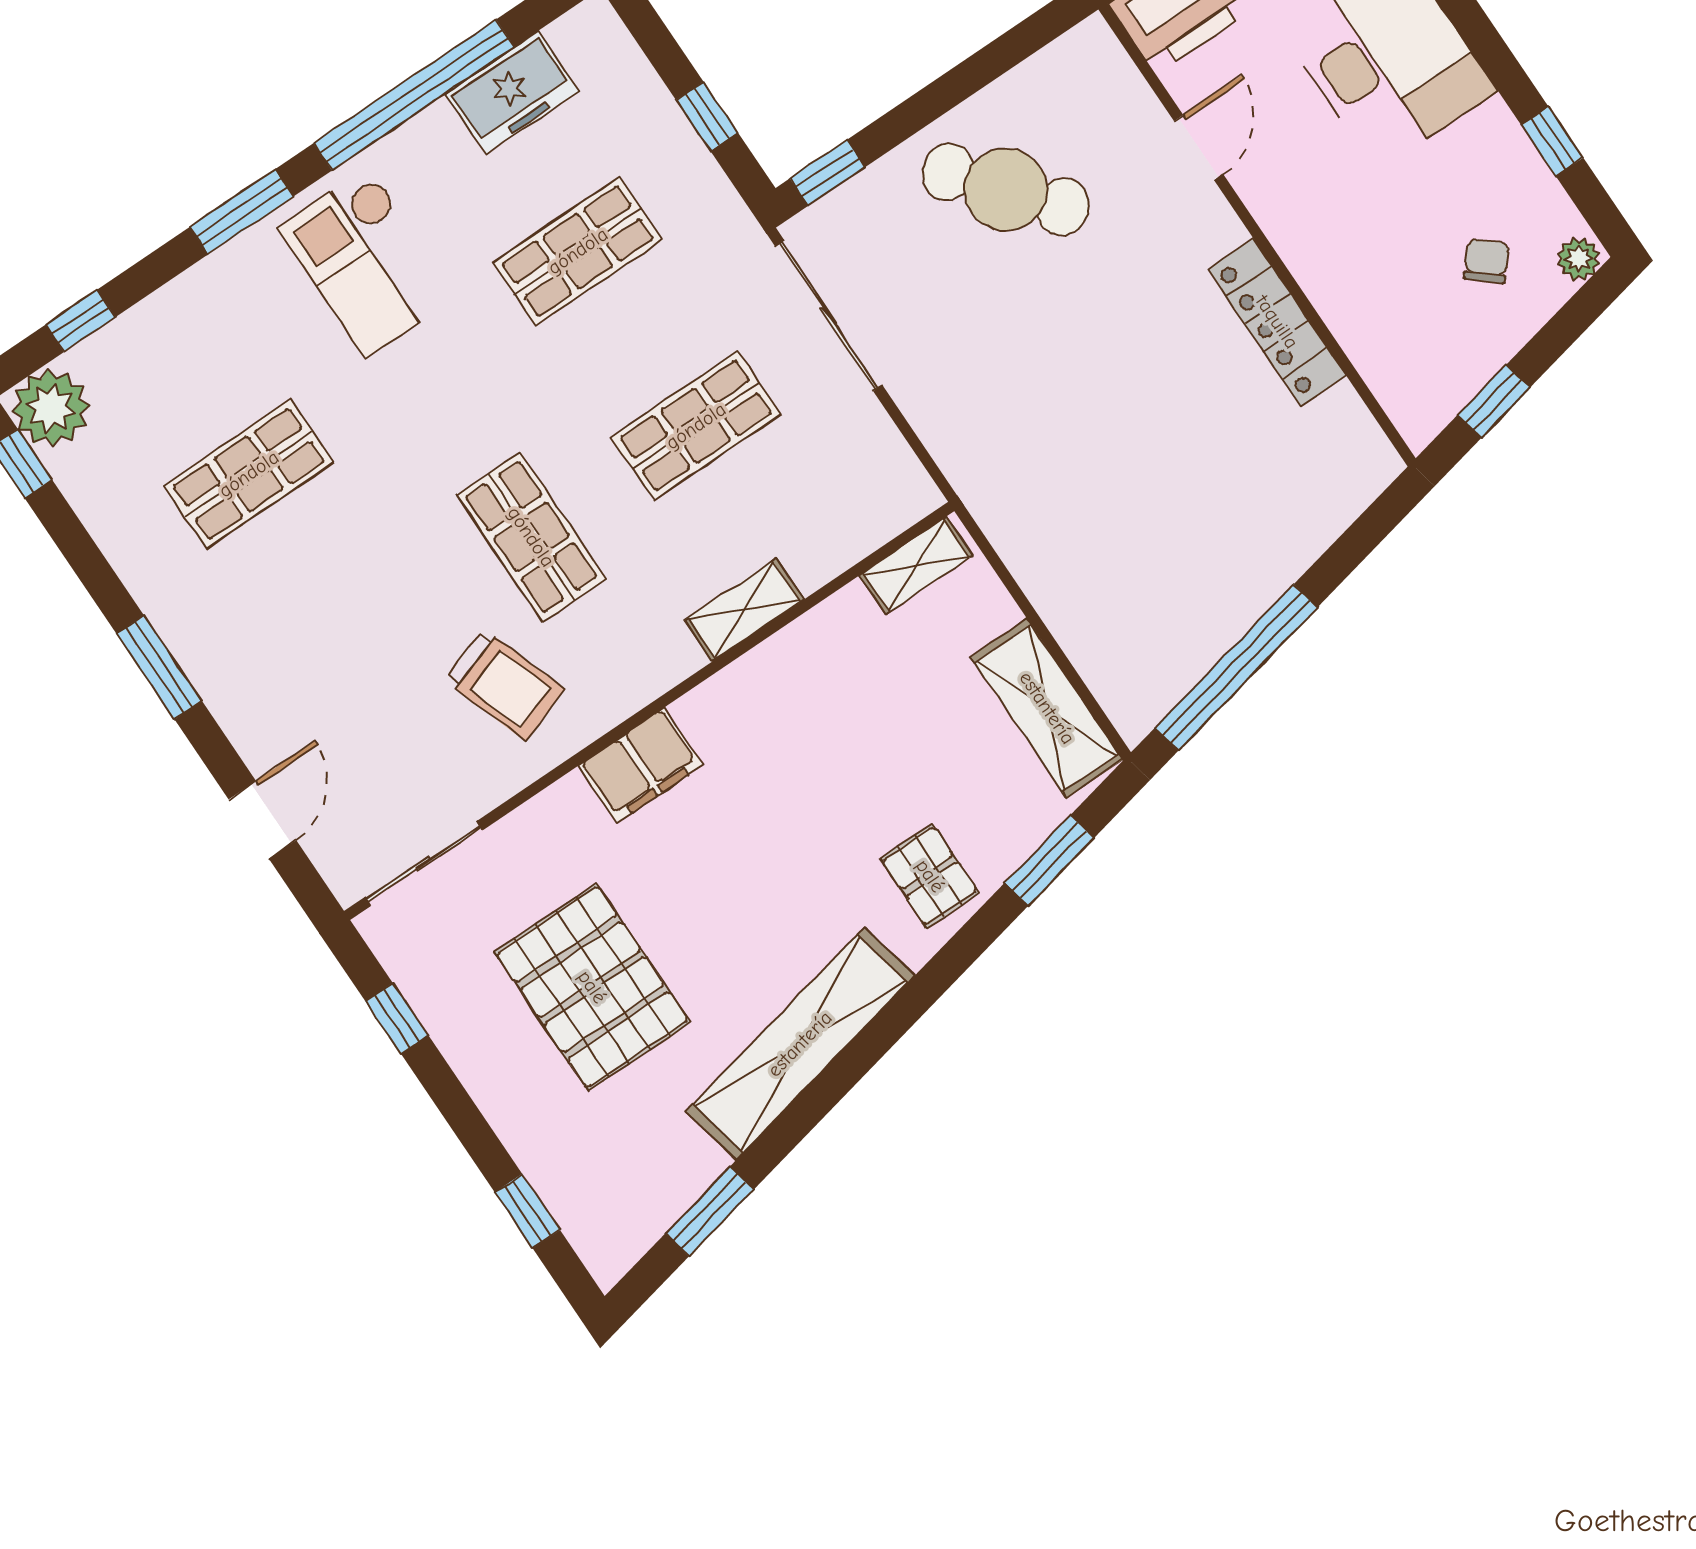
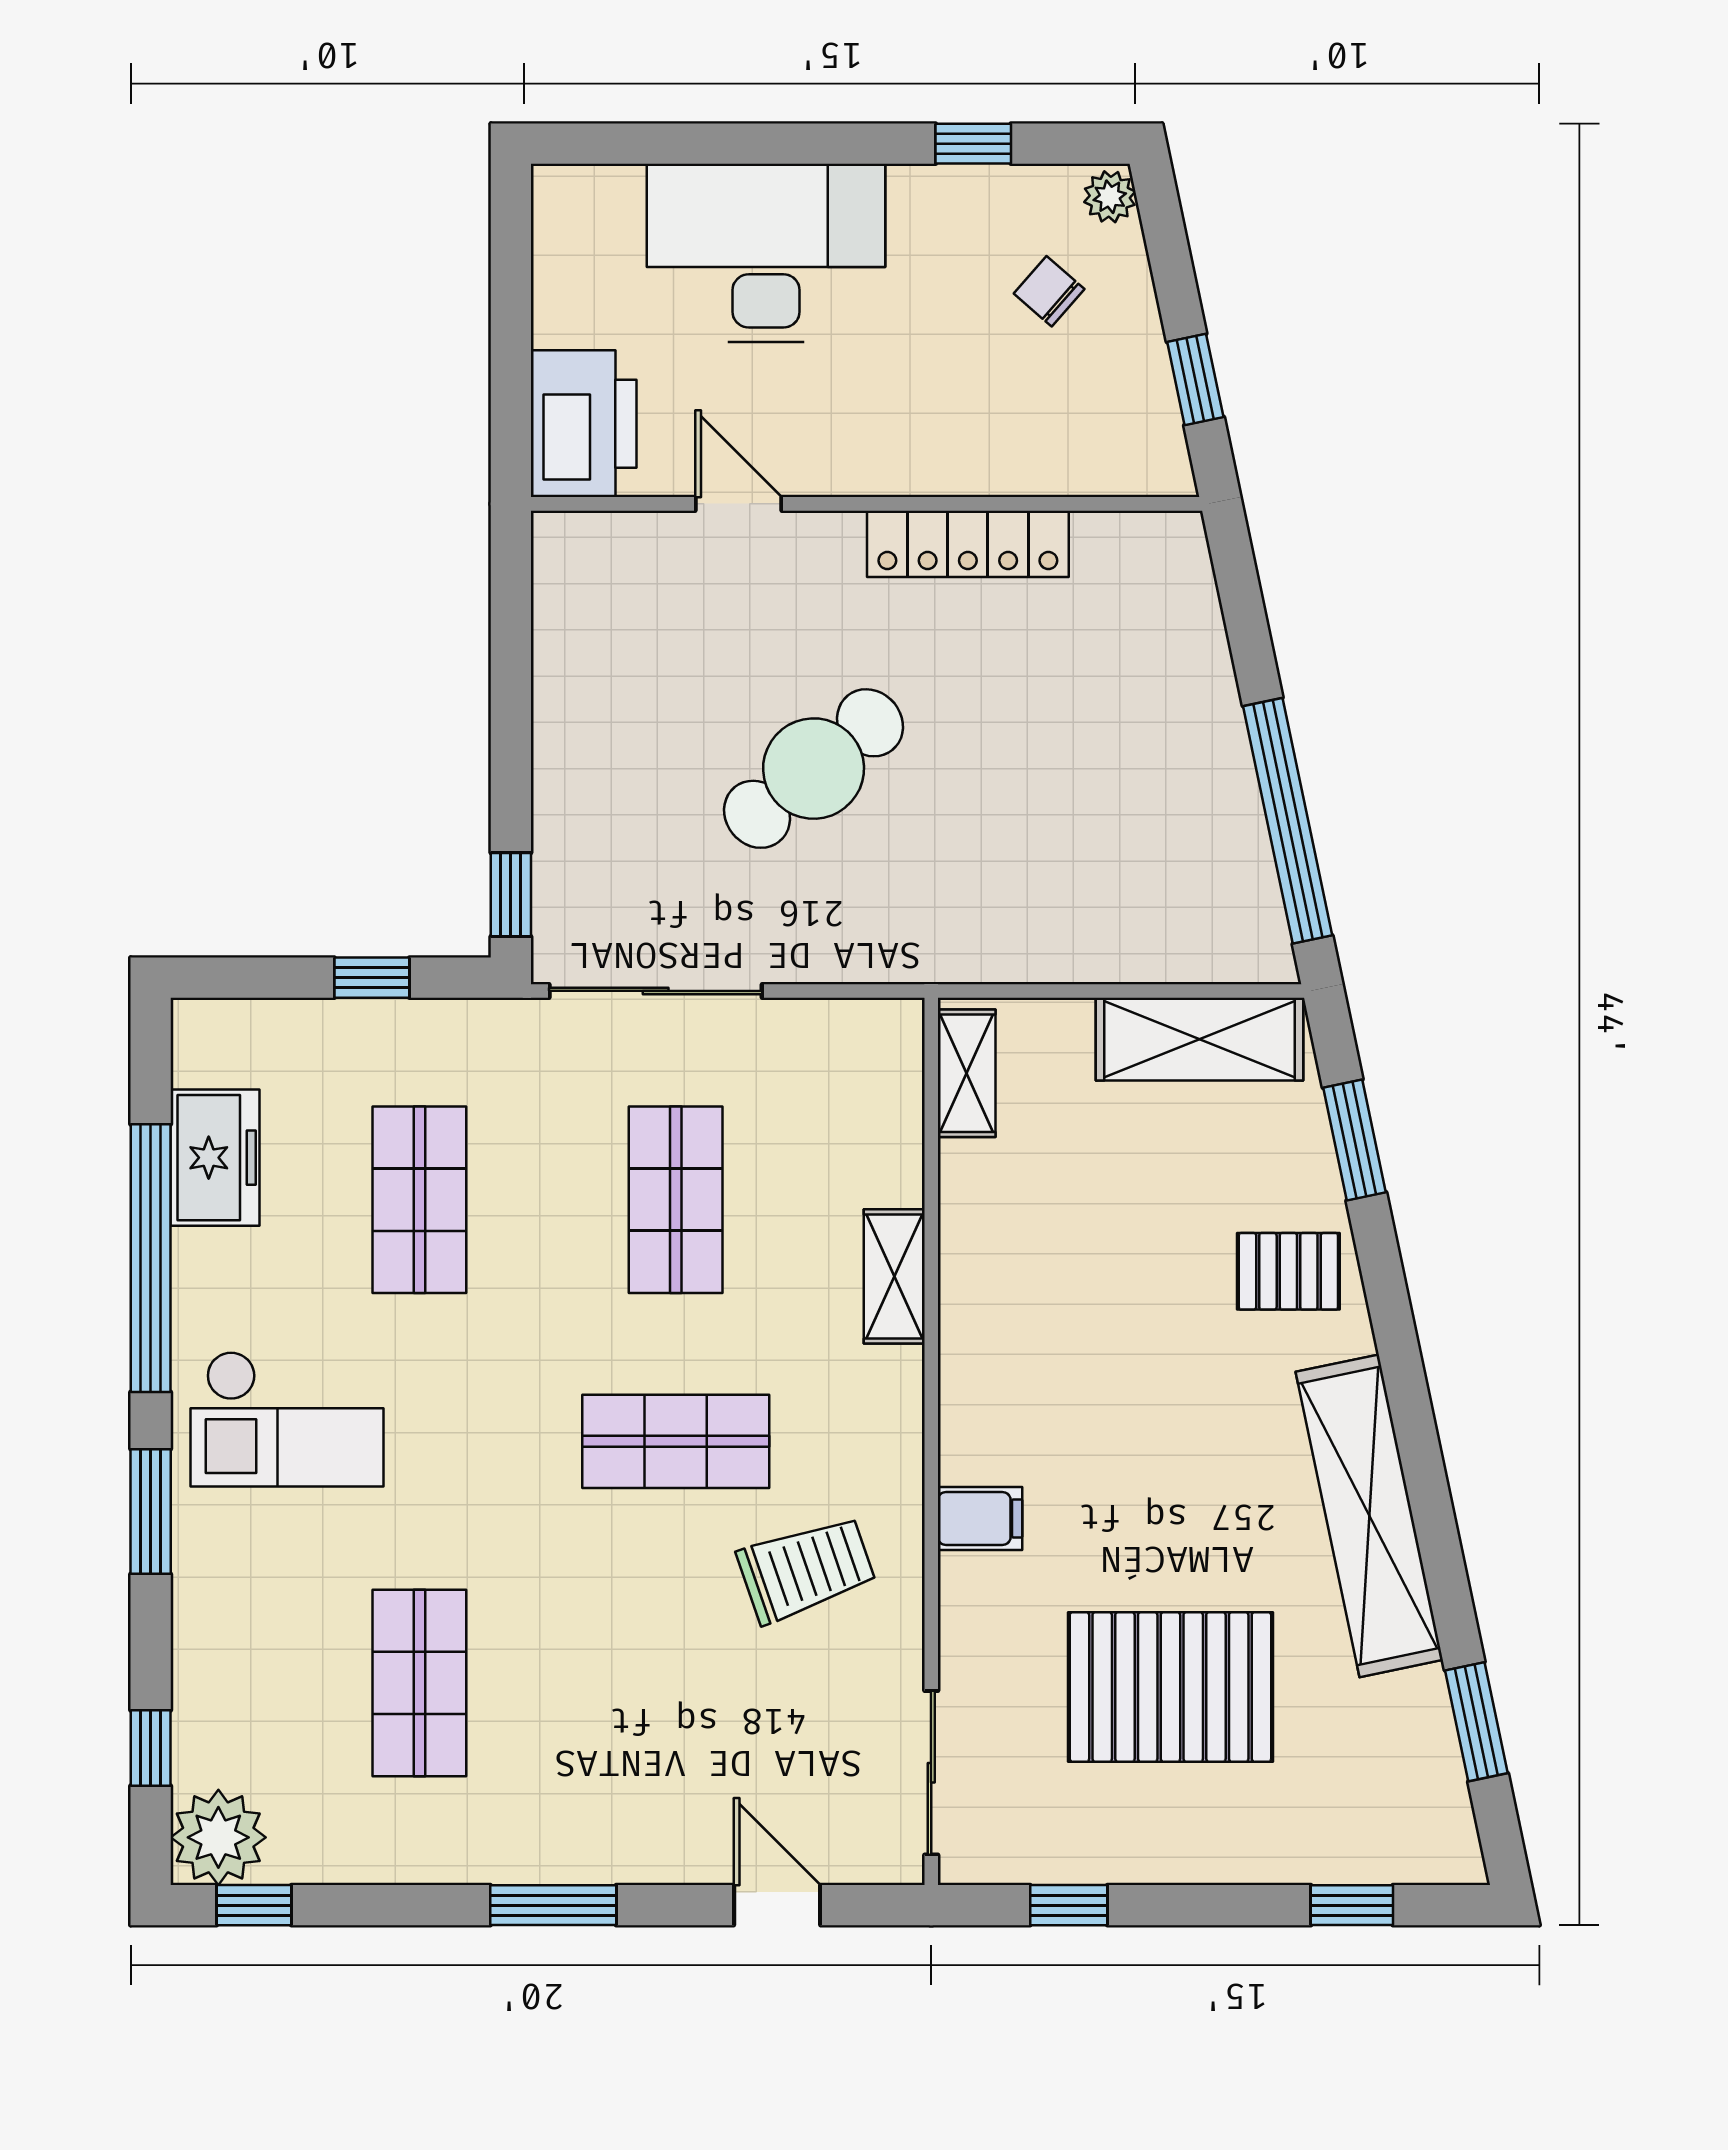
cafe table: (1006, 189) -> (814, 769), moved
filing cabinet: (641, 765) -> (980, 1518), width x0.50

